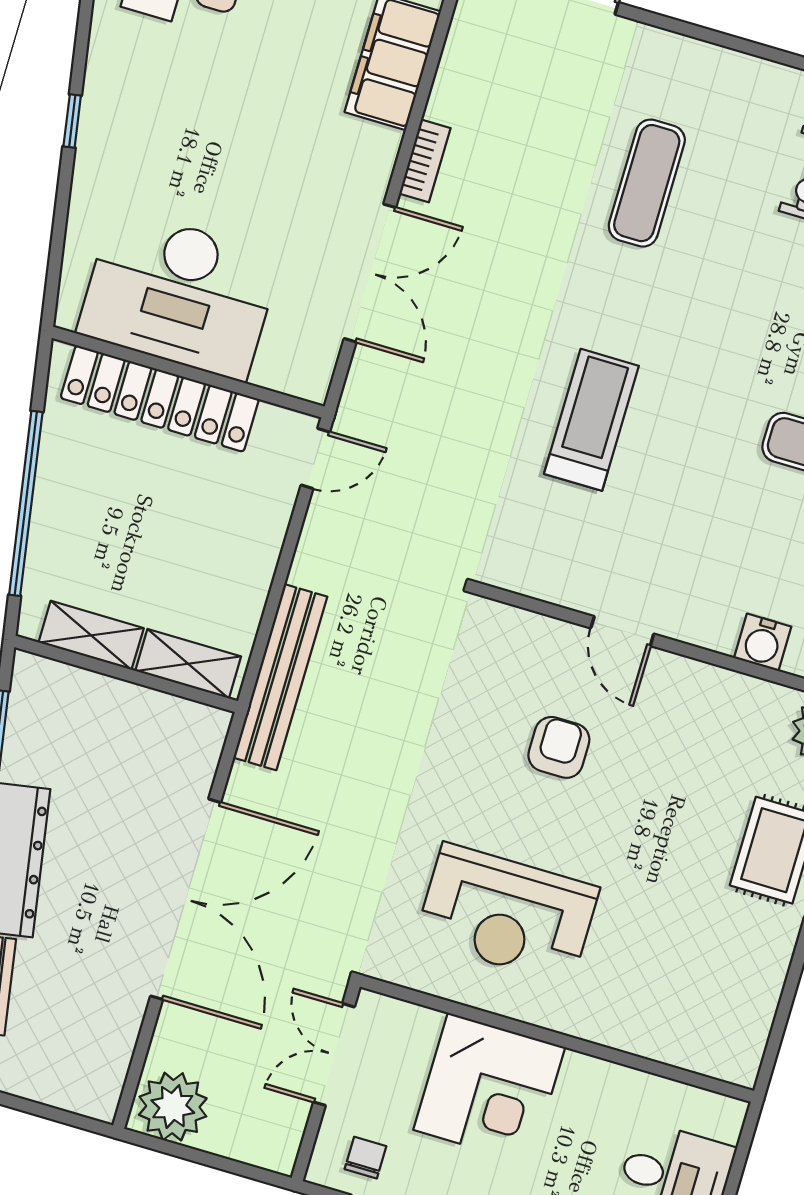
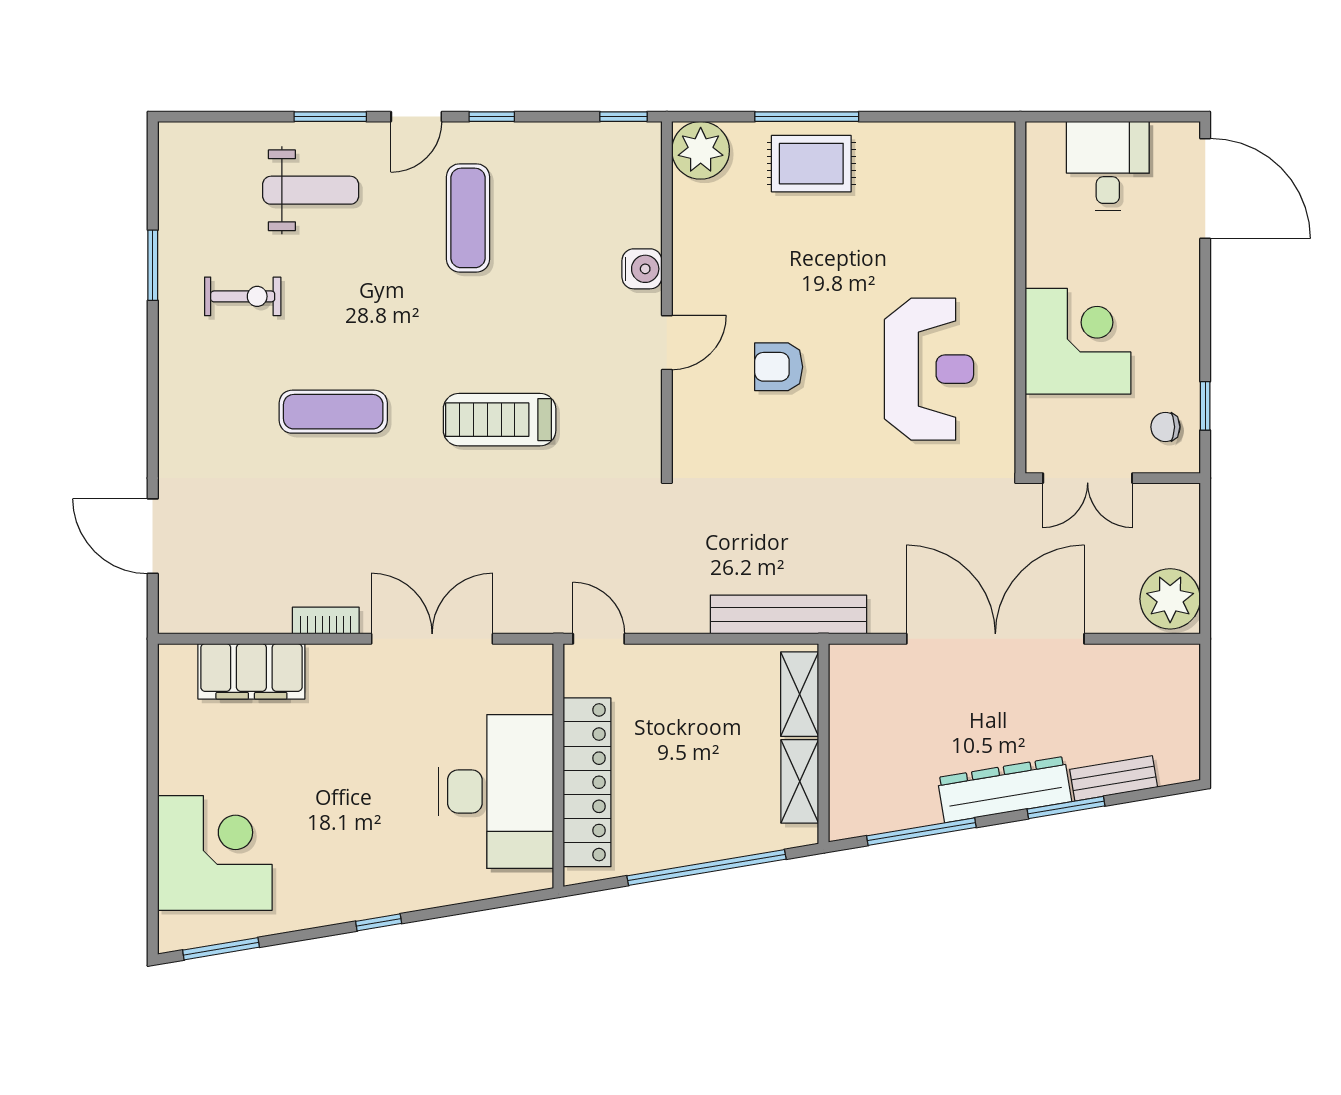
exercise mat: (647, 183) -> (333, 412), moved
water cooler: (763, 642) -> (642, 269), moved

